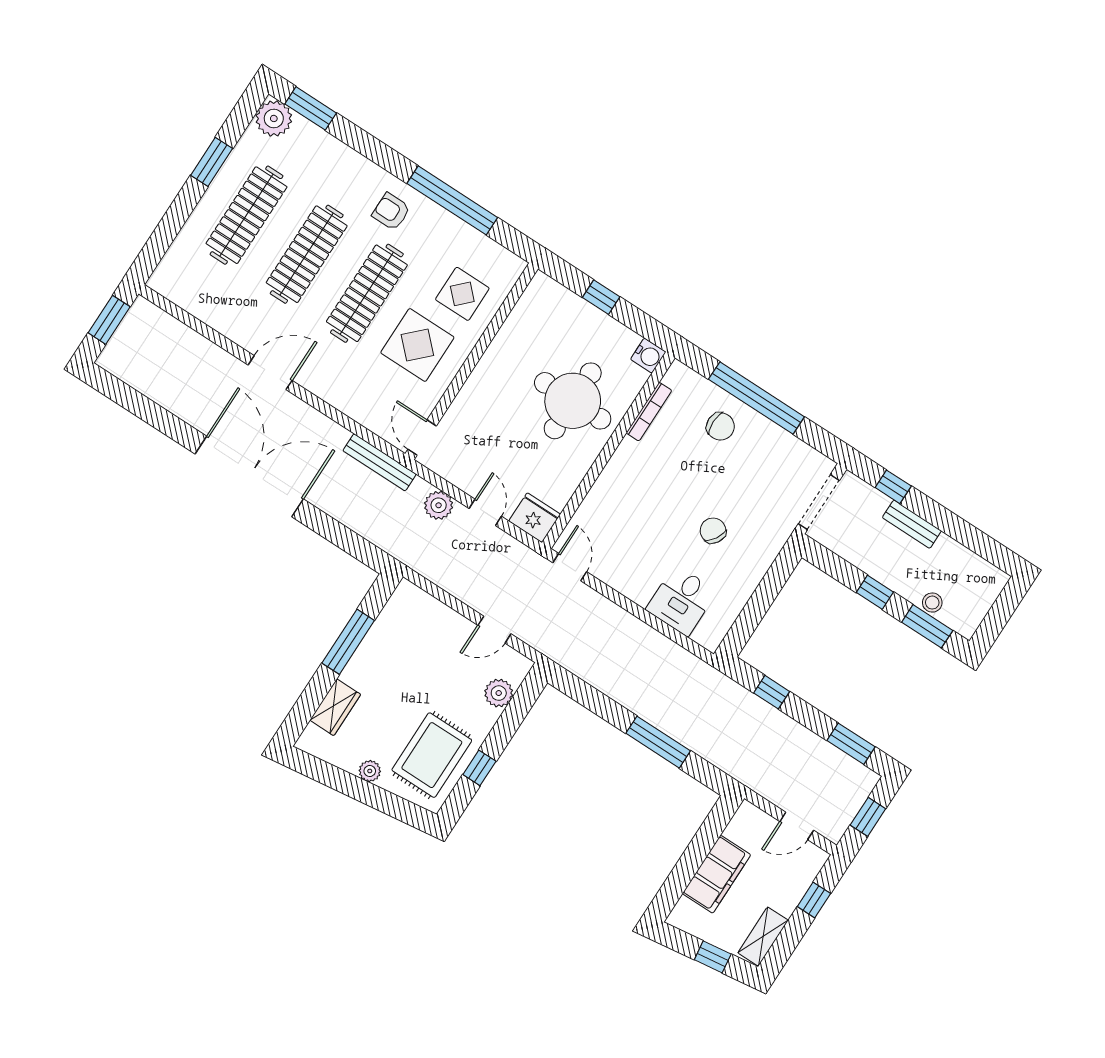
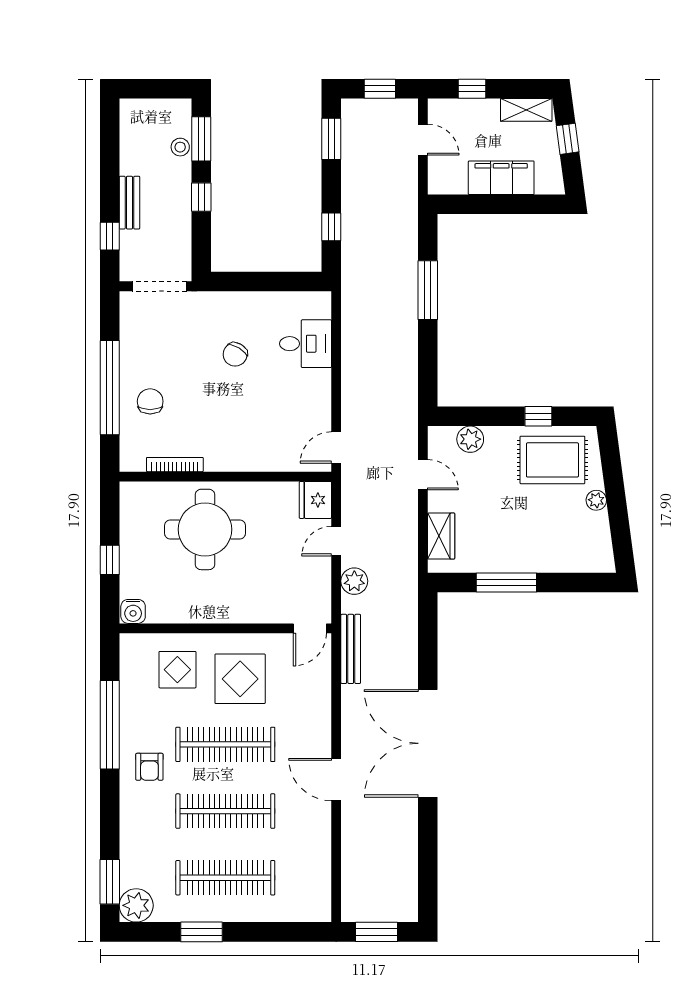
water cooler: (648, 356) -> (133, 611), moved, turned 180
wardrobe: (335, 707) -> (441, 536), moved, turned 90

